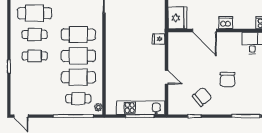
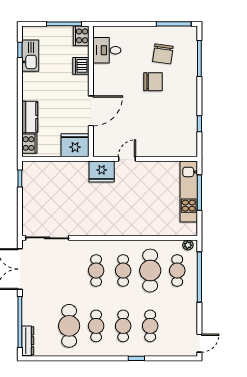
dishwasher: (226, 23) -> (81, 66), moved
cafe table: (78, 35) -> (96, 271), width x0.73, depth x0.74
fridge: (159, 39) -> (102, 172), width x1.88, depth x1.34
cafe table: (78, 56) -> (123, 271), width x0.73, depth x0.74
cafe table: (35, 77) -> (150, 326), added
door: (166, 77) -> (127, 159), moved
chair: (202, 97) -> (163, 54), moved, turned -133

